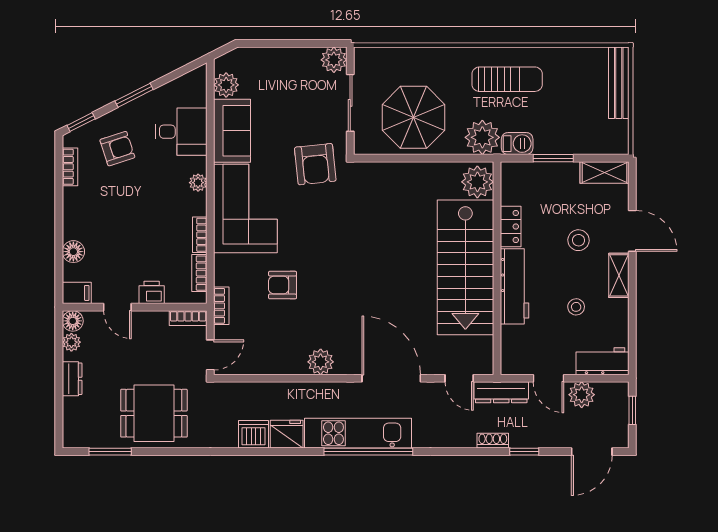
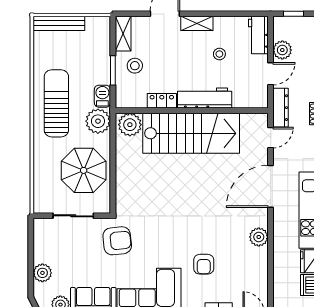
plant: (334, 60) -> (42, 273), moved
sun lounger: (507, 79) -> (56, 103), width x1.36, depth x1.34
stool: (578, 240) -> (135, 66), moved

